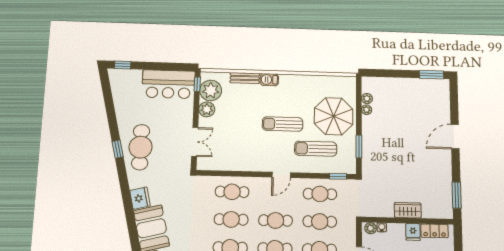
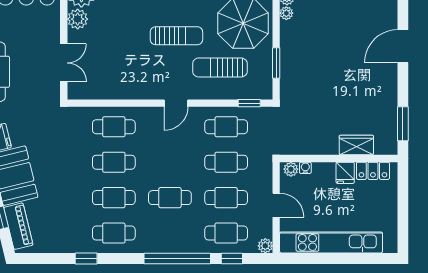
sun lounger: (283, 124) -> (176, 36), turned 180
wardrobe: (408, 210) -> (356, 145), moved
cafe table: (276, 220) -> (170, 162), removed

